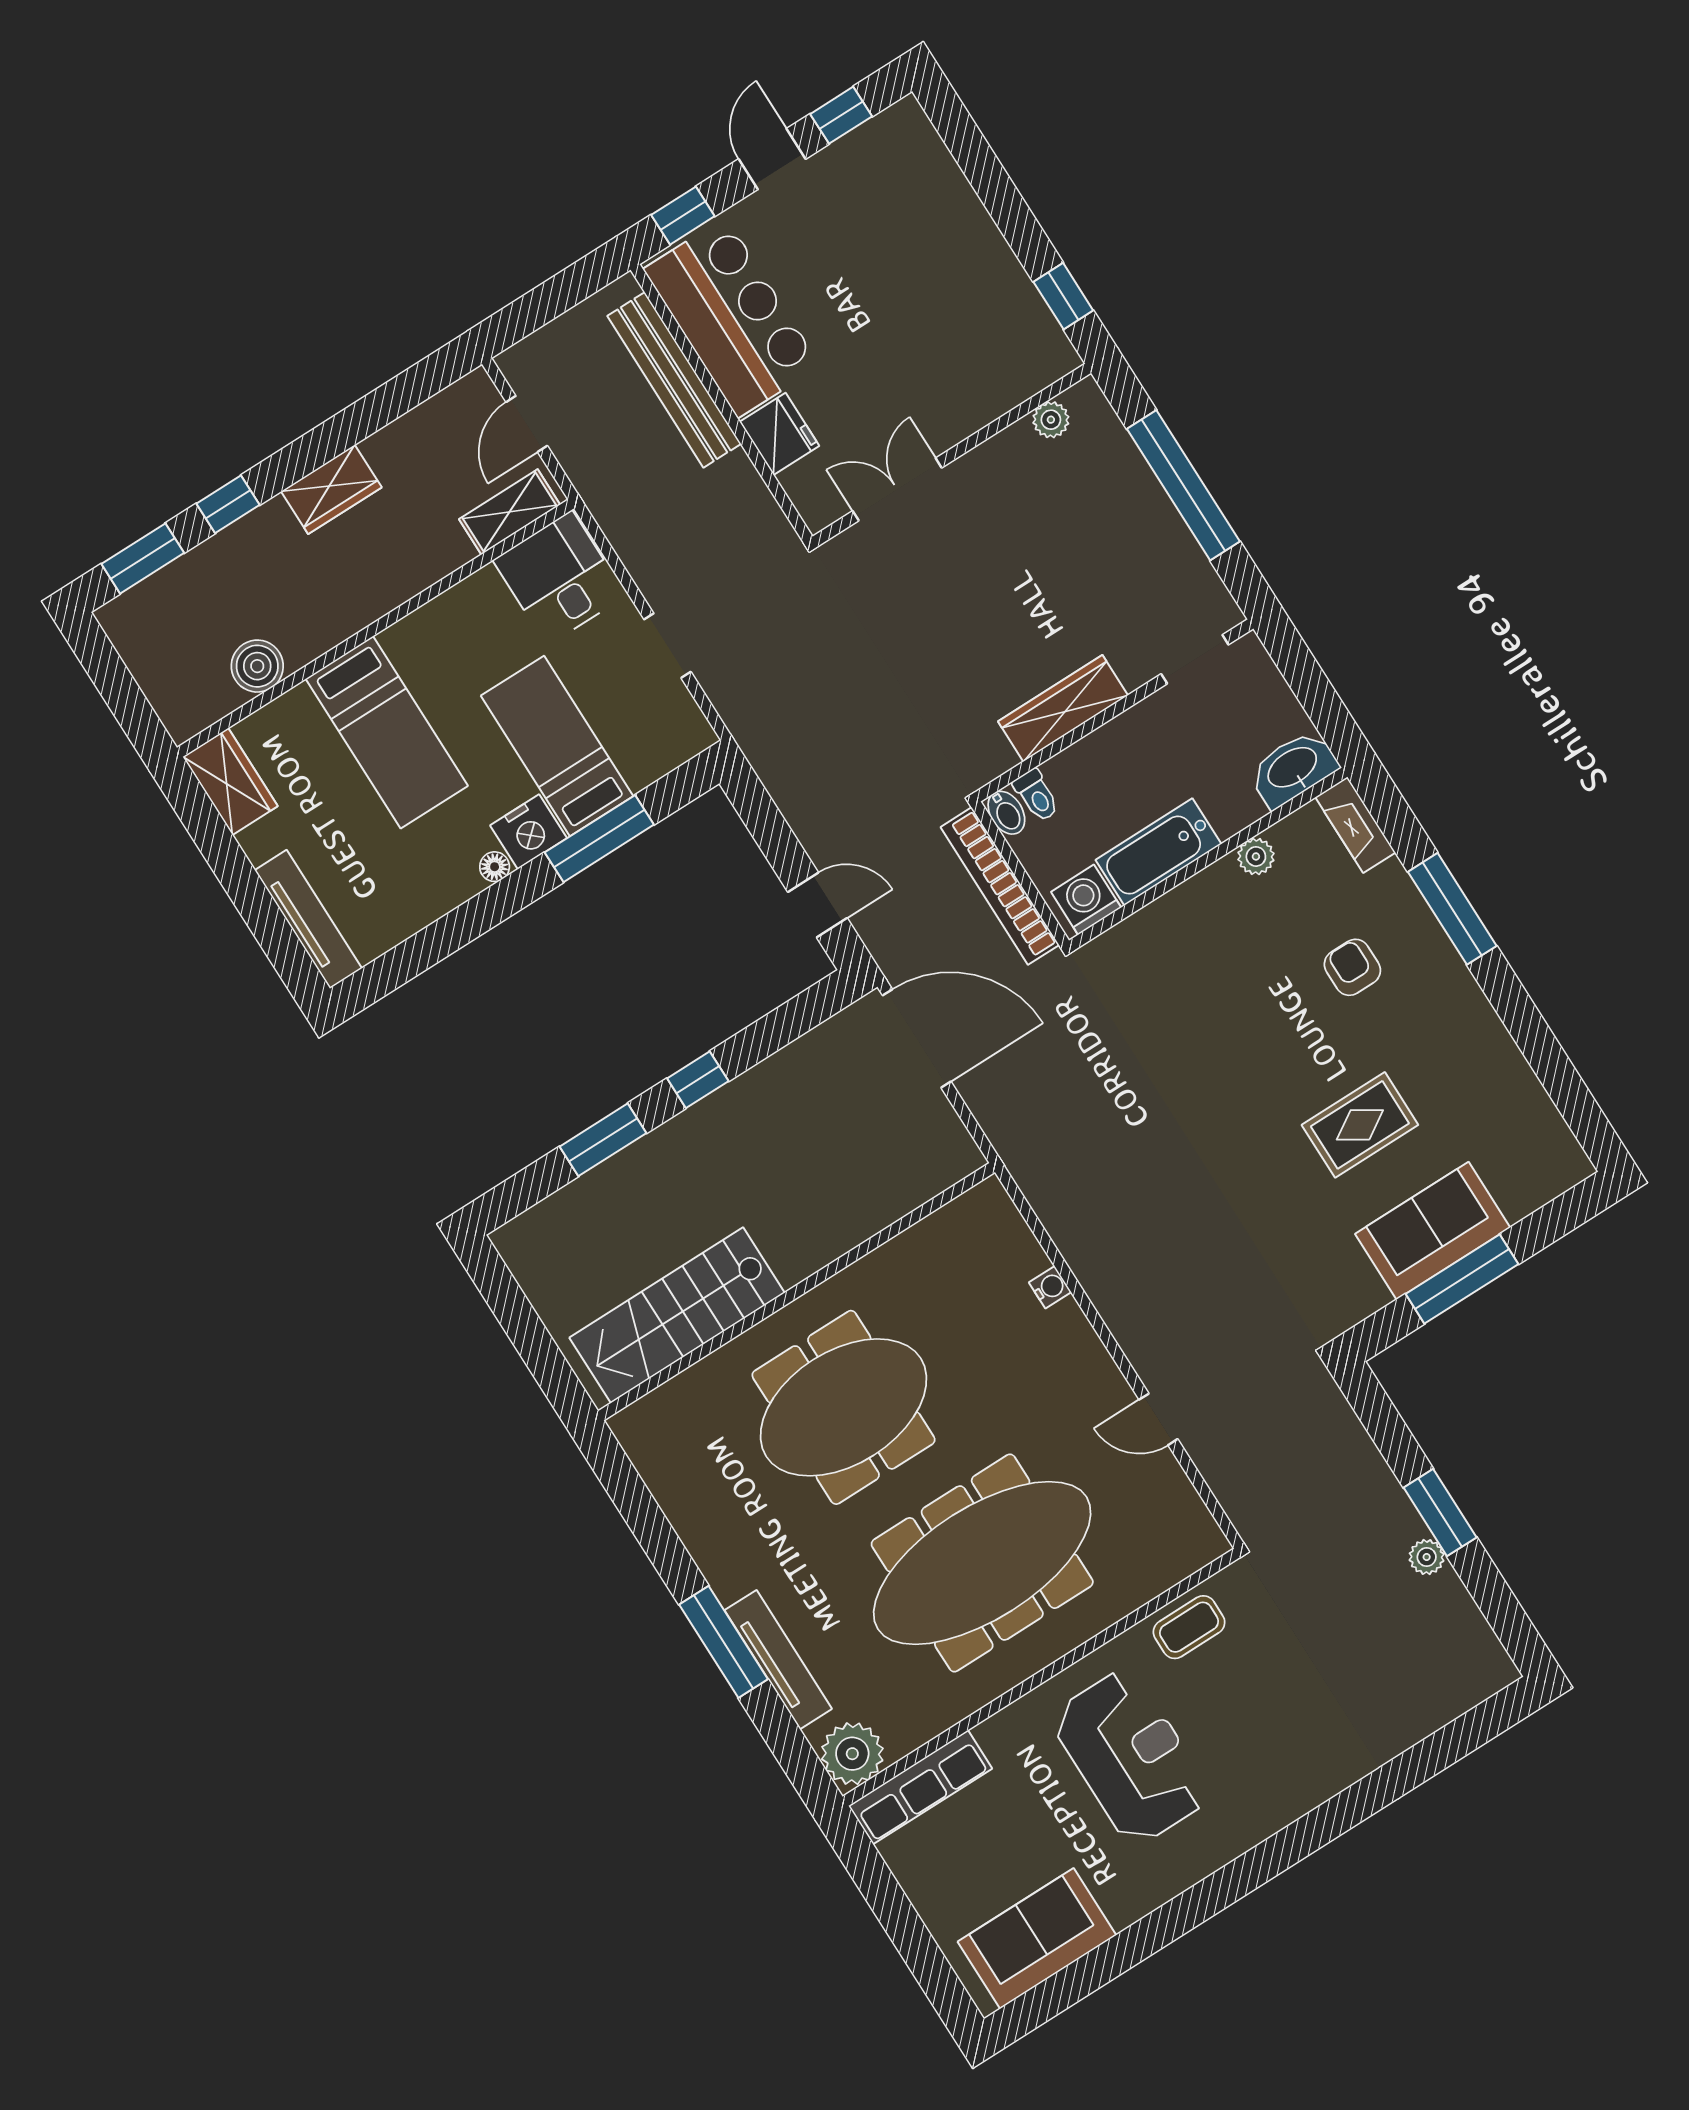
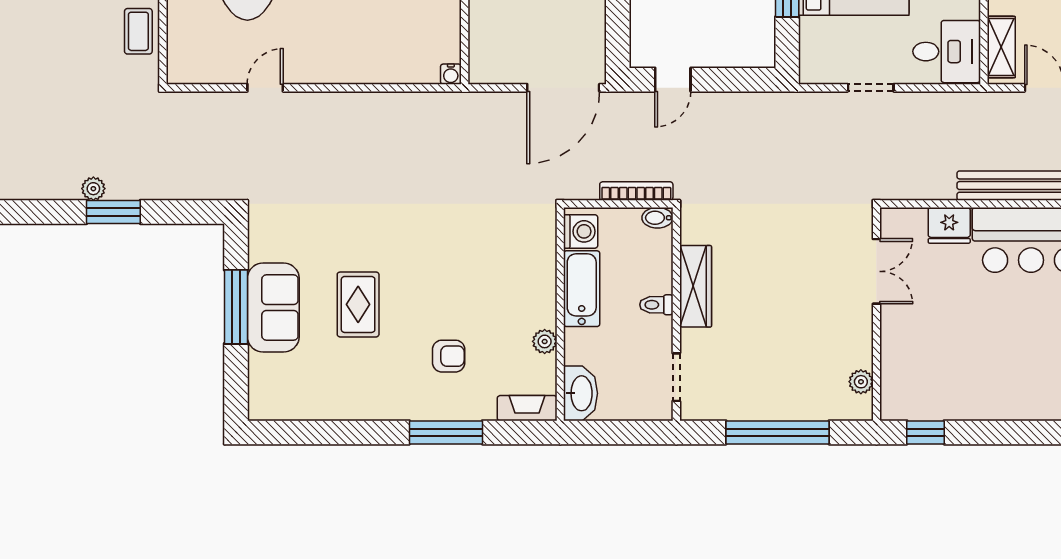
toilet: (1037, 795) -> (656, 305), moved
bookcase: (1000, 886) -> (636, 191), width x0.68, depth x0.76
water cooler: (1050, 1287) -> (451, 74), moved

